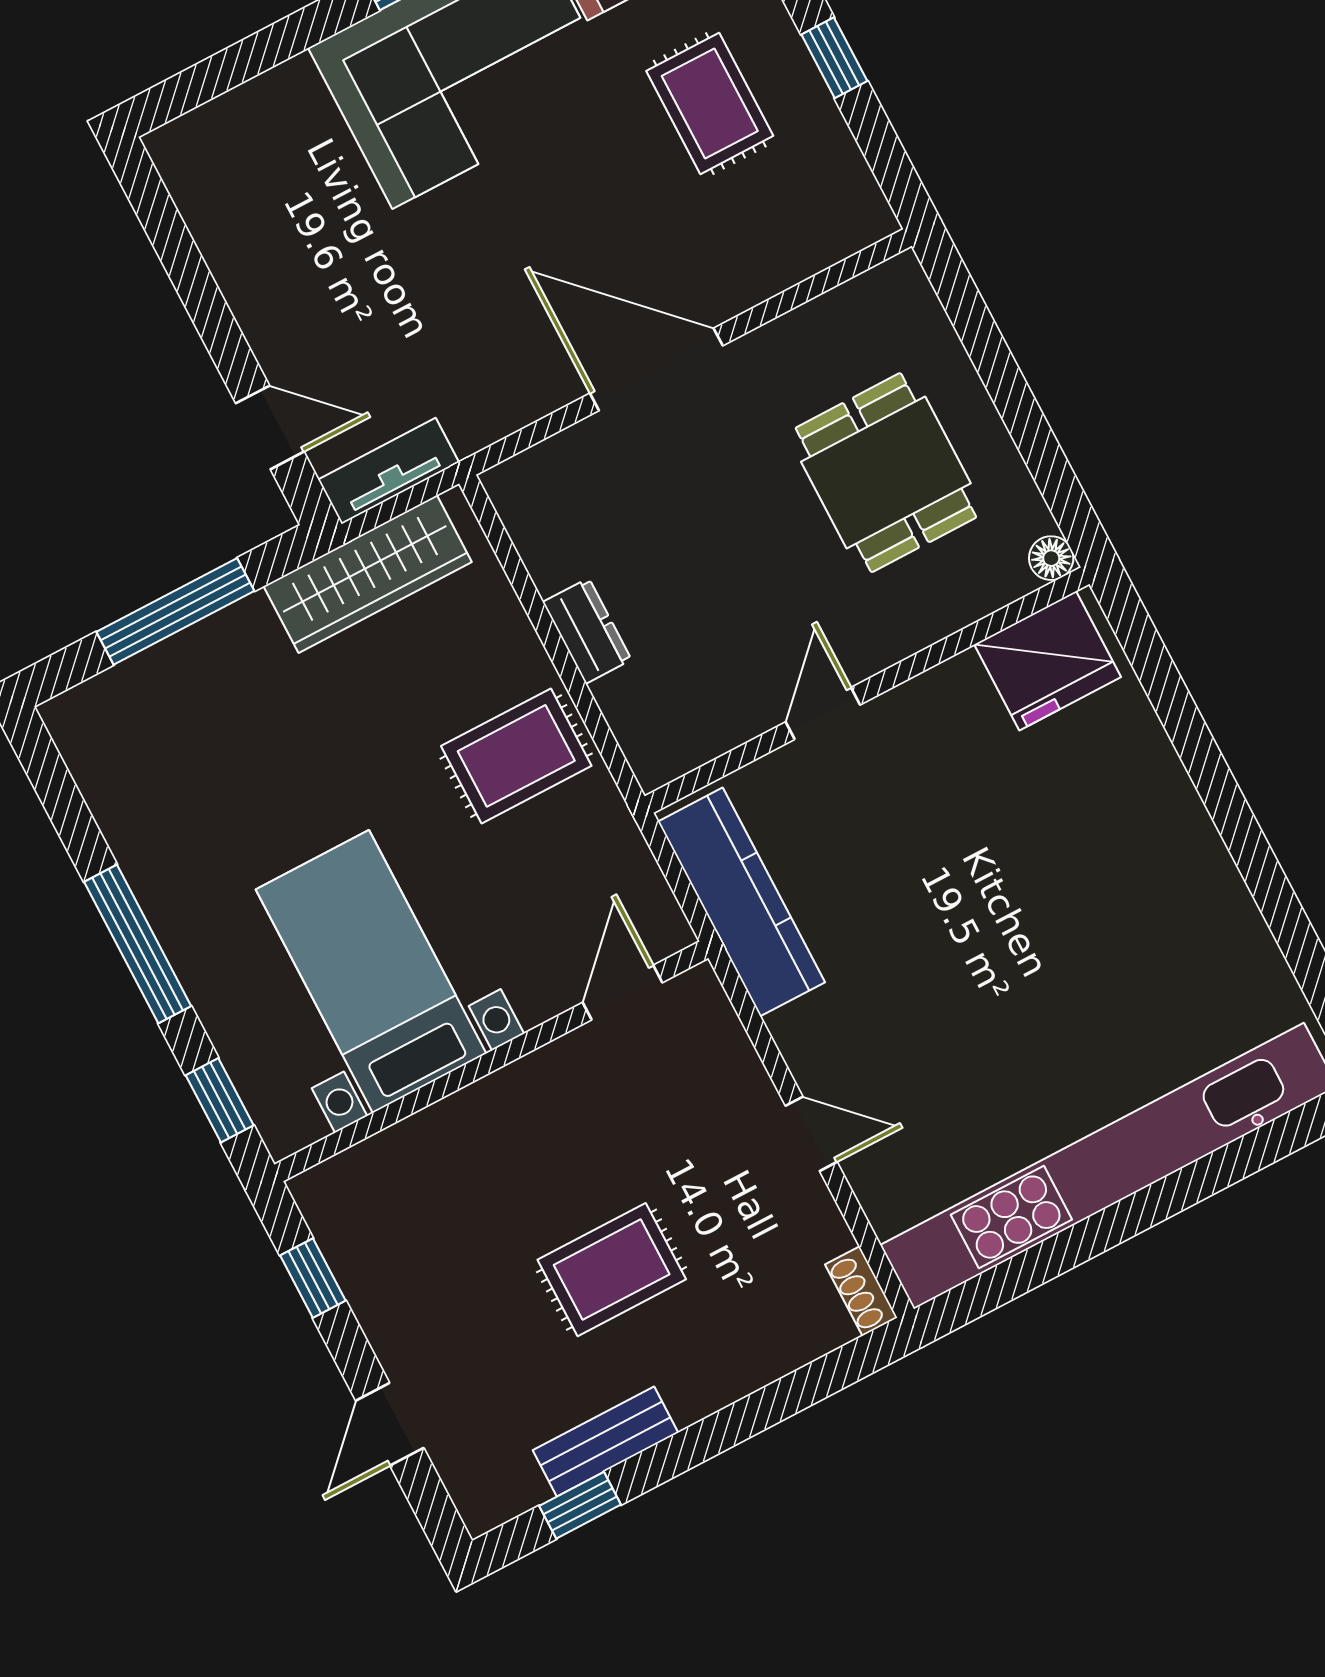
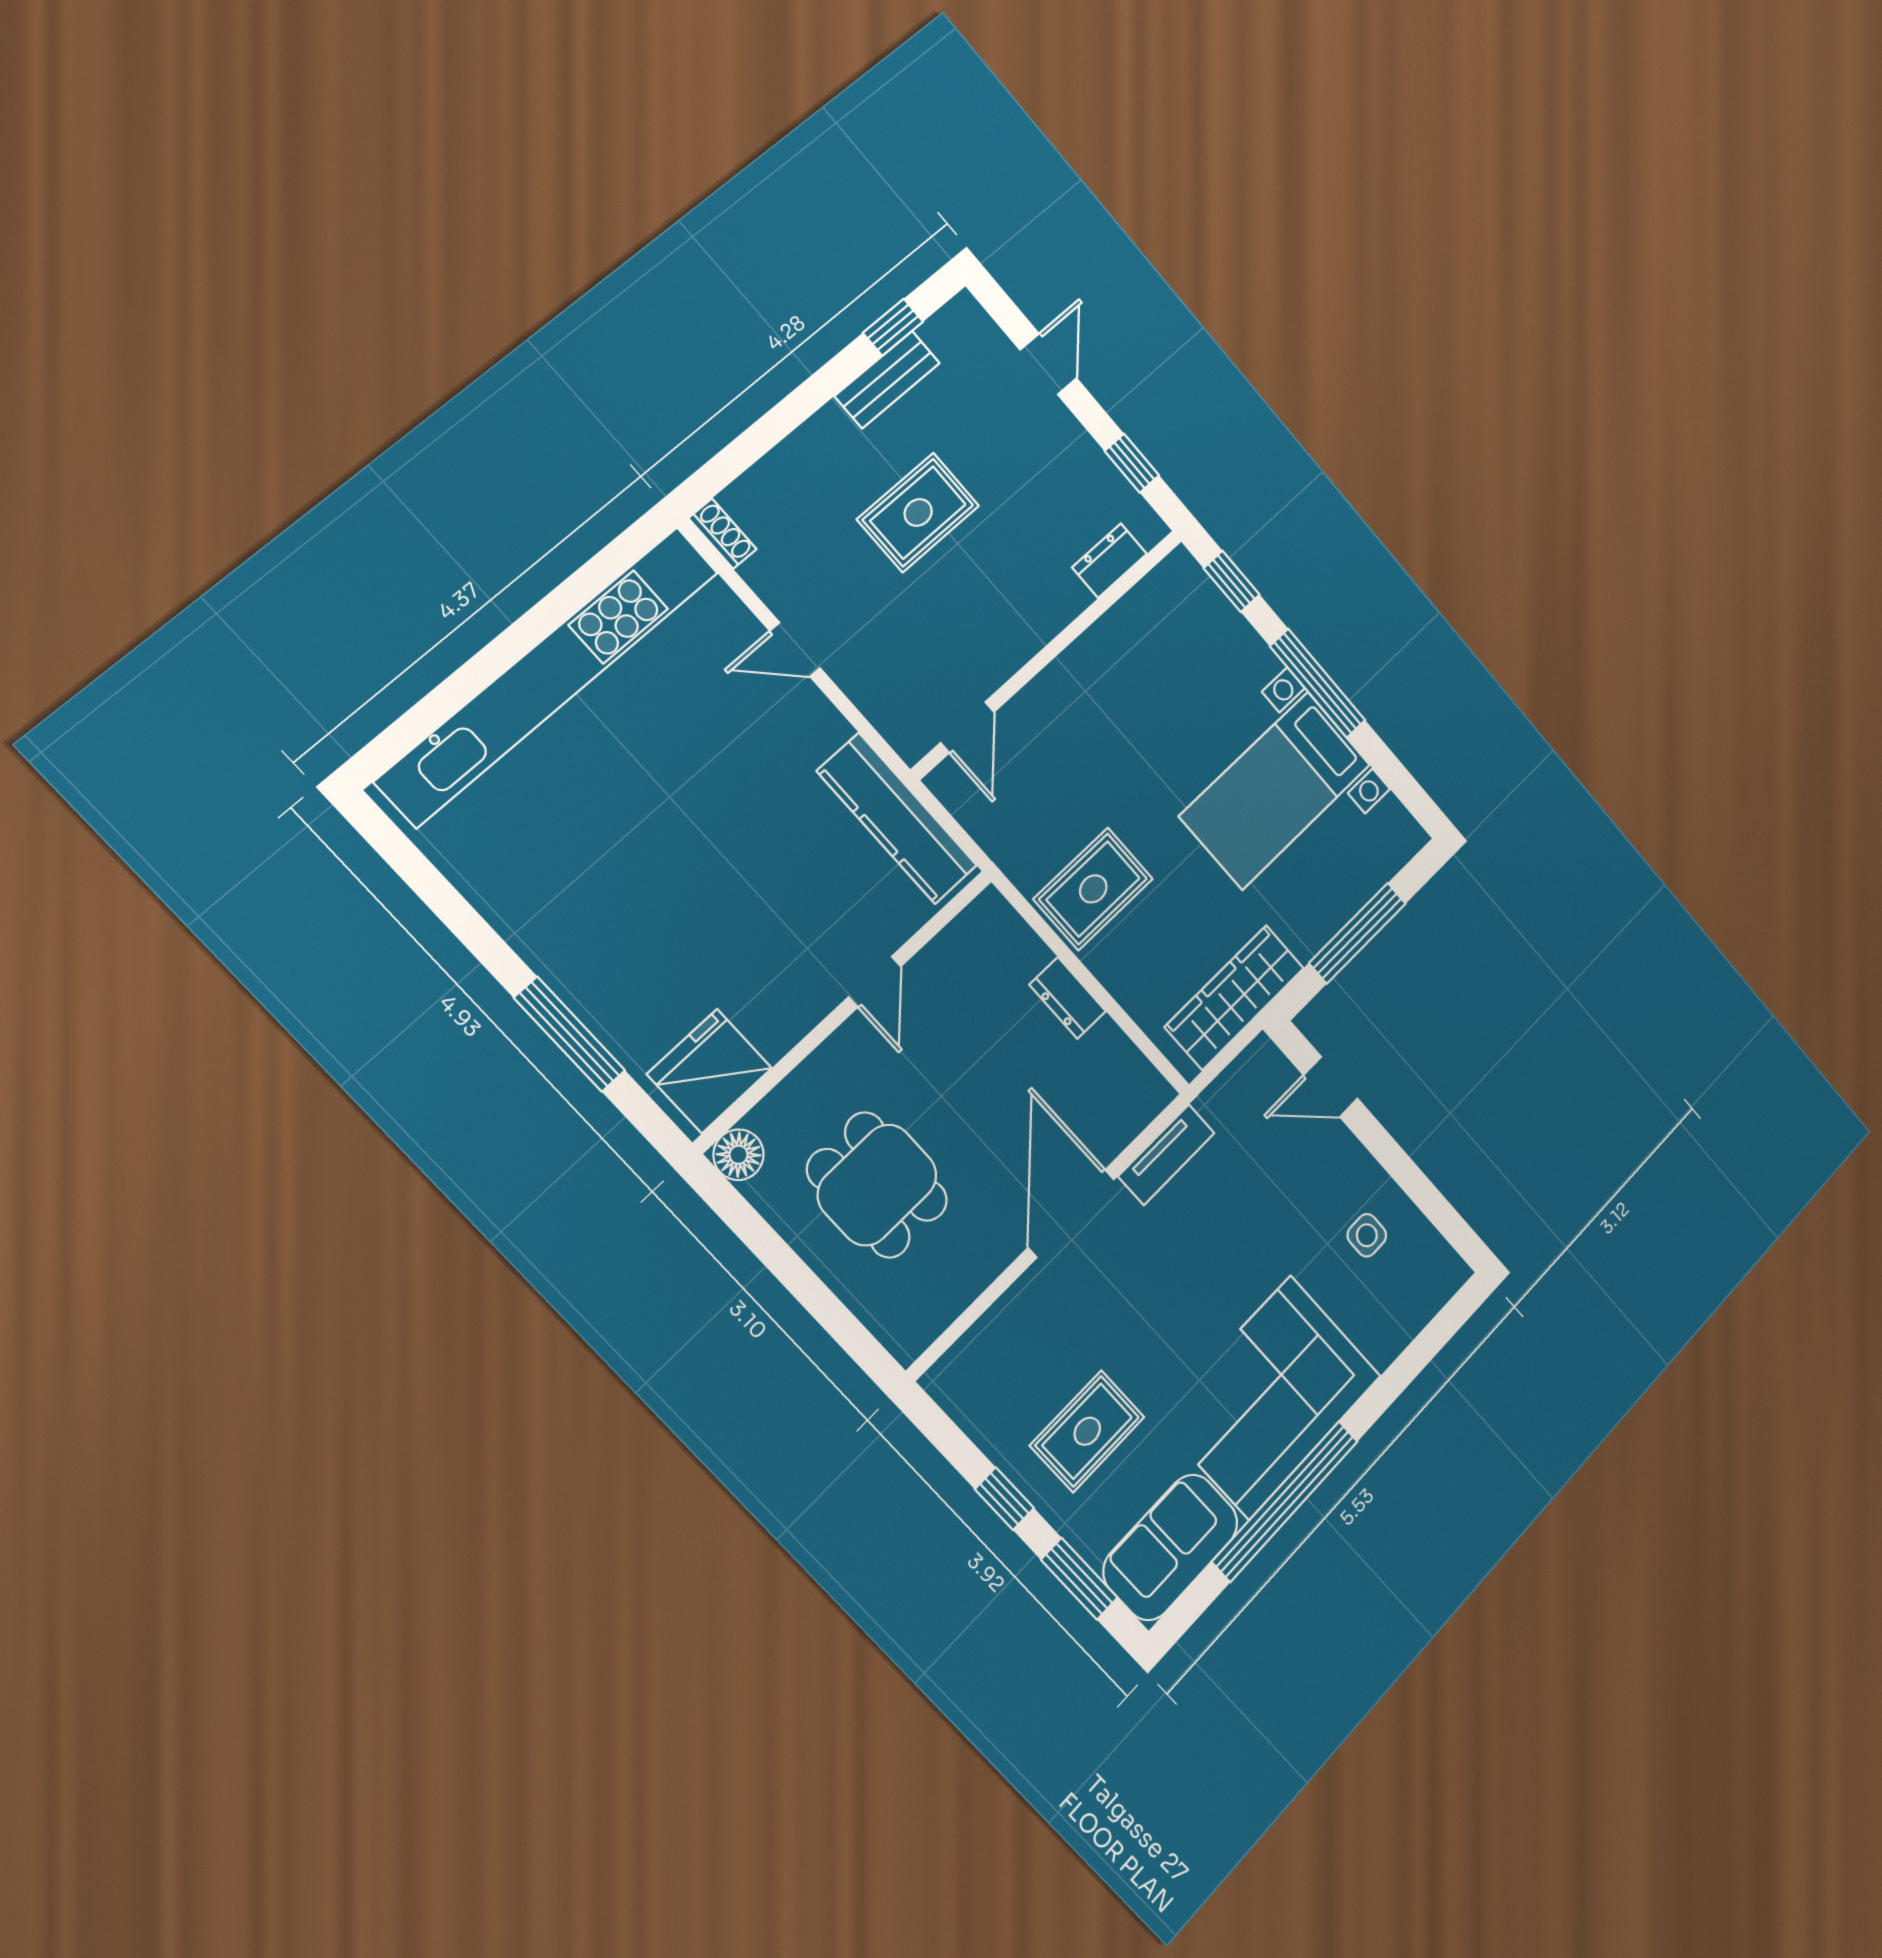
rug: (710, 103) -> (1087, 1431), turned 90
side table: (275, 228) -> (1367, 1235), added
door: (656, 369) -> (1071, 1213), swing flipped
tv unit: (389, 471) -> (1166, 1155), moved
floor lamp: (1051, 558) -> (739, 1155), width x1.37, depth x1.37
window: (1196, 746) -> (570, 1034), added
bed with nightstands: (371, 971) -> (1275, 790), moved, turned 90
dresser: (378, 1160) -> (1110, 561), added

